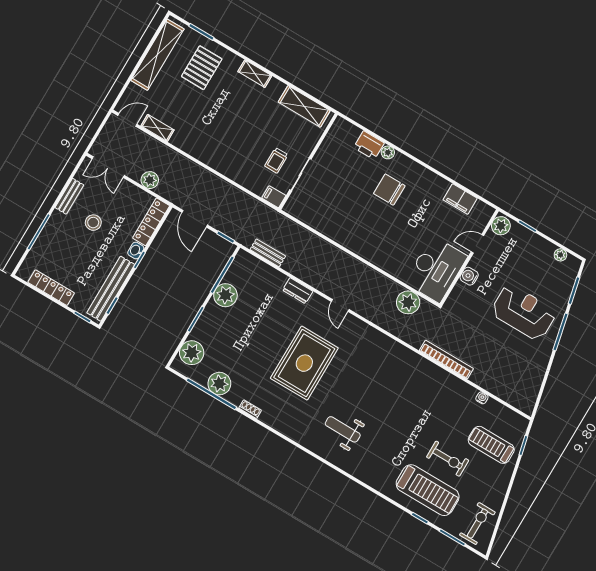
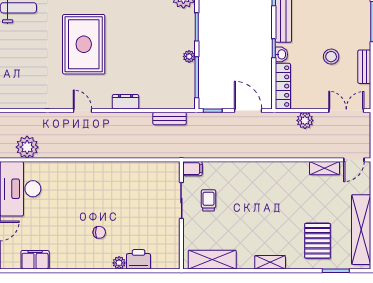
chair: (389, 190) -> (99, 232), width x0.54, depth x0.54
plant: (225, 295) -> (189, 56), width x0.53, depth x0.53

